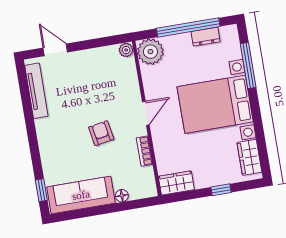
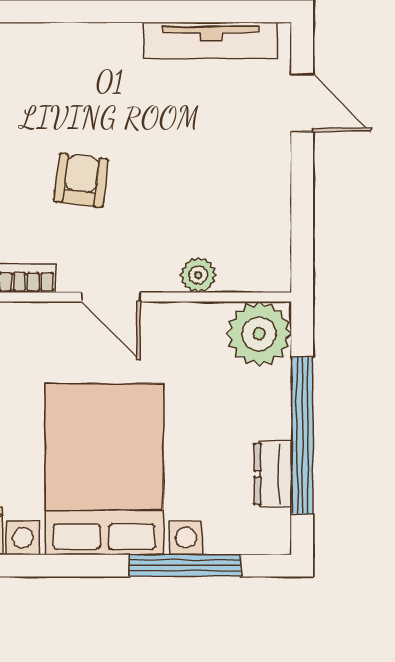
door: (55, 50) -> (302, 103), hinge flipped
plant: (126, 50) -> (198, 275), moved
armchair: (101, 133) -> (81, 180), turned -73

